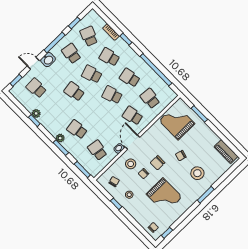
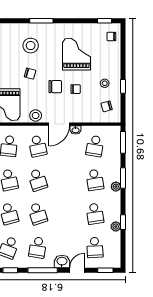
door: (33, 63) -> (77, 270), swing flipped
school desk: (74, 91) -> (95, 214), moved
stool: (131, 164) -> (36, 115), moved

